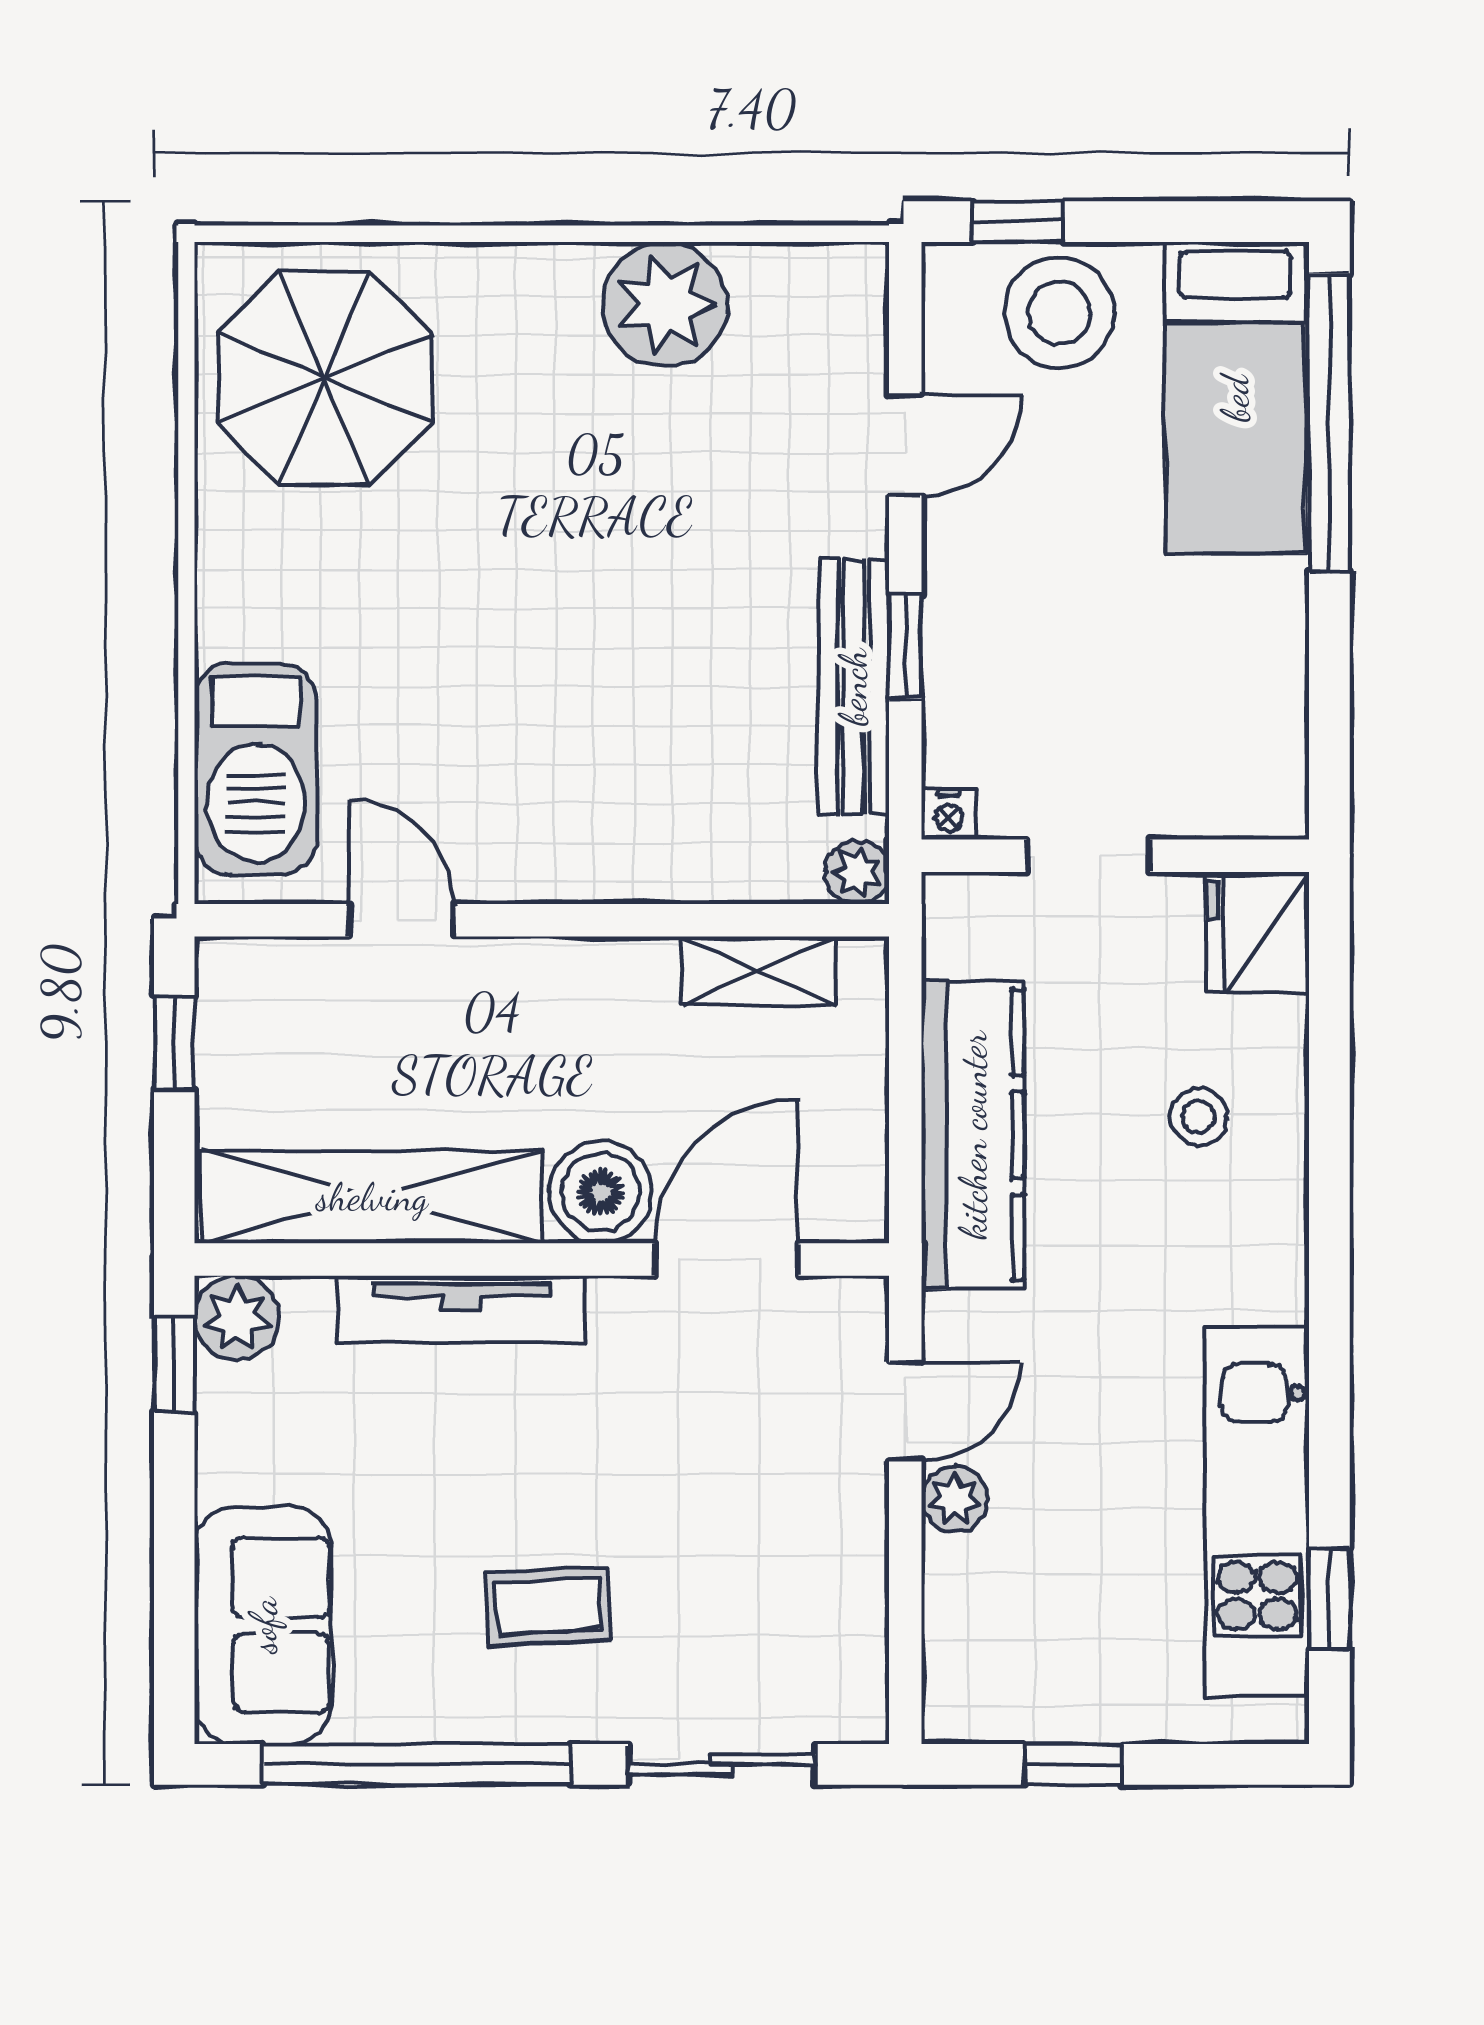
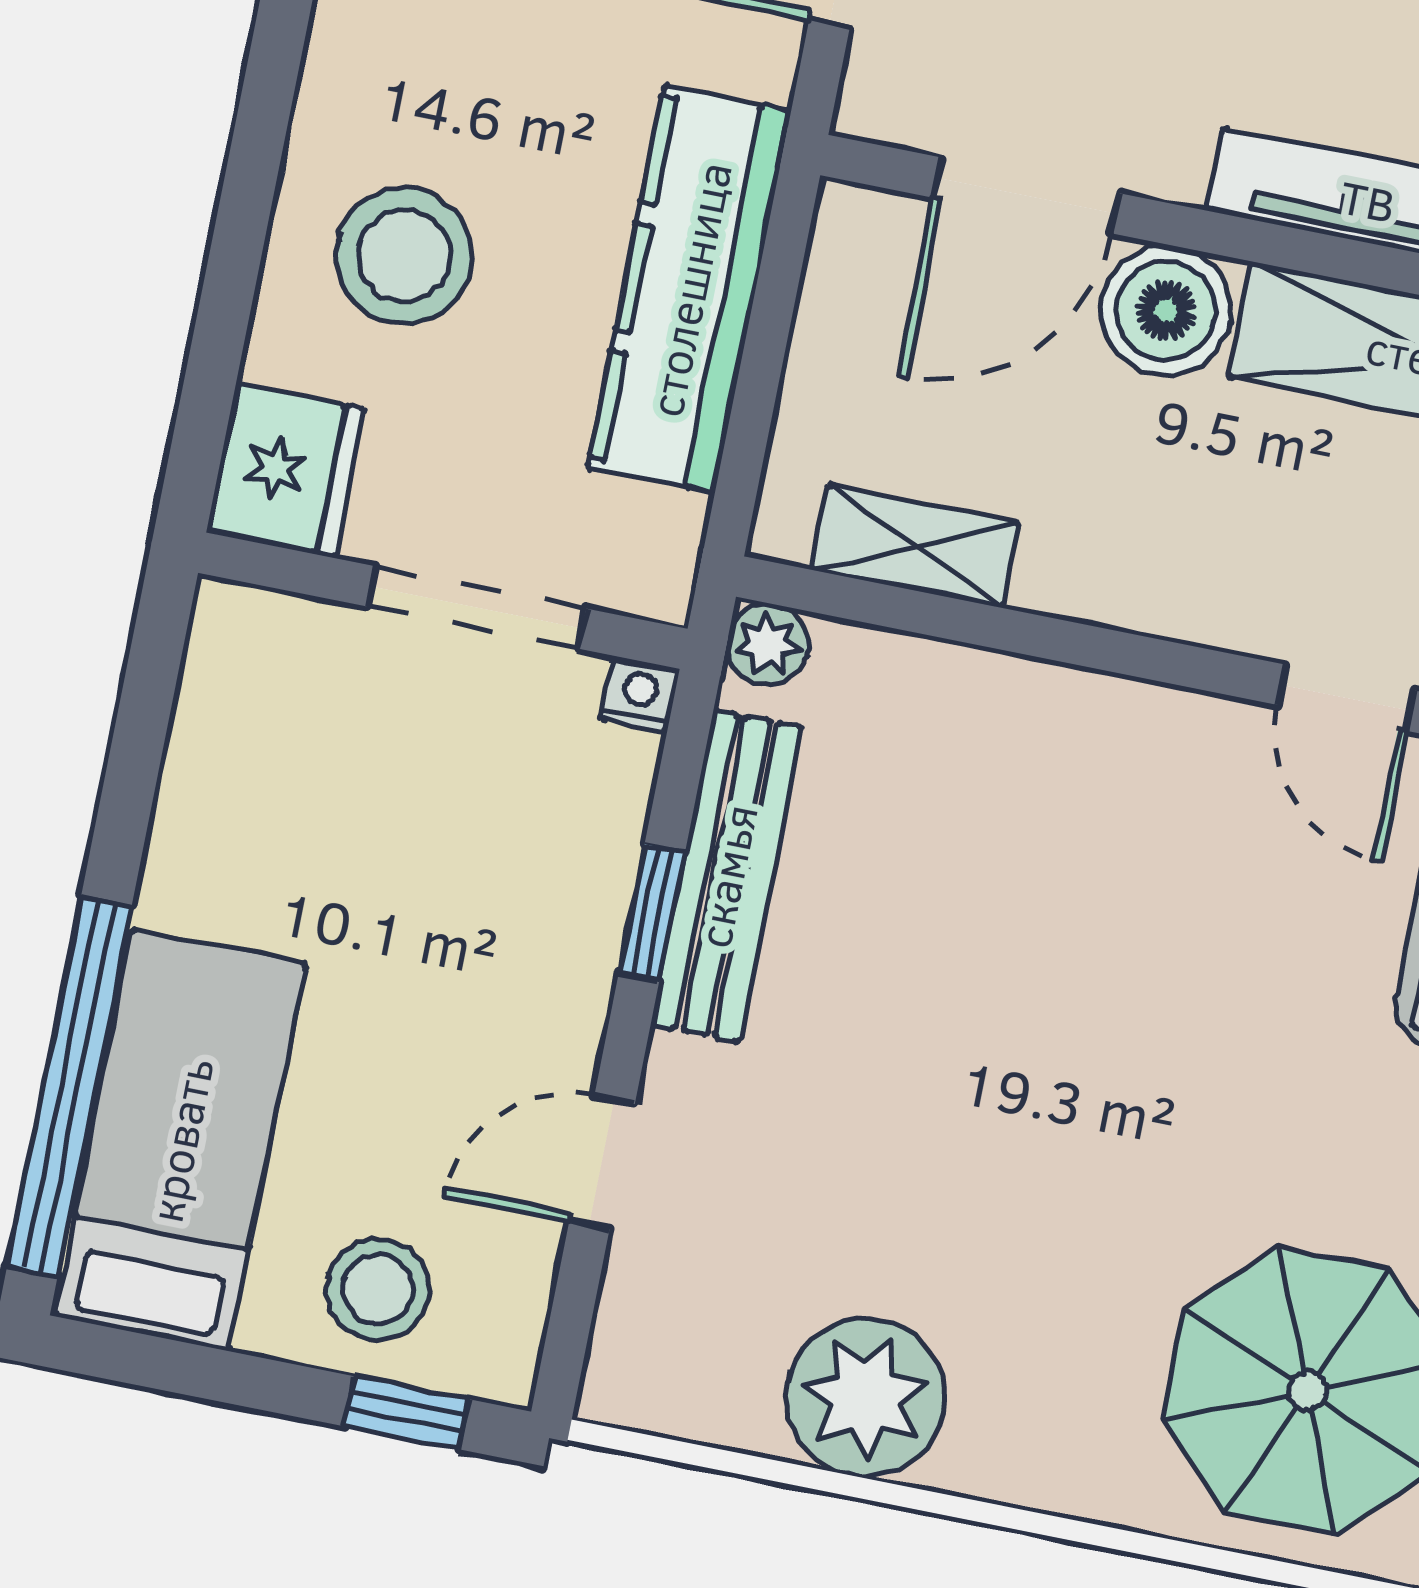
stool: (1059, 313) -> (378, 1289), width x0.73, depth x0.73
doorway: (1088, 856) -> (477, 607), width x1.38
stool: (1199, 1117) -> (404, 256), width x1.89, depth x1.89

